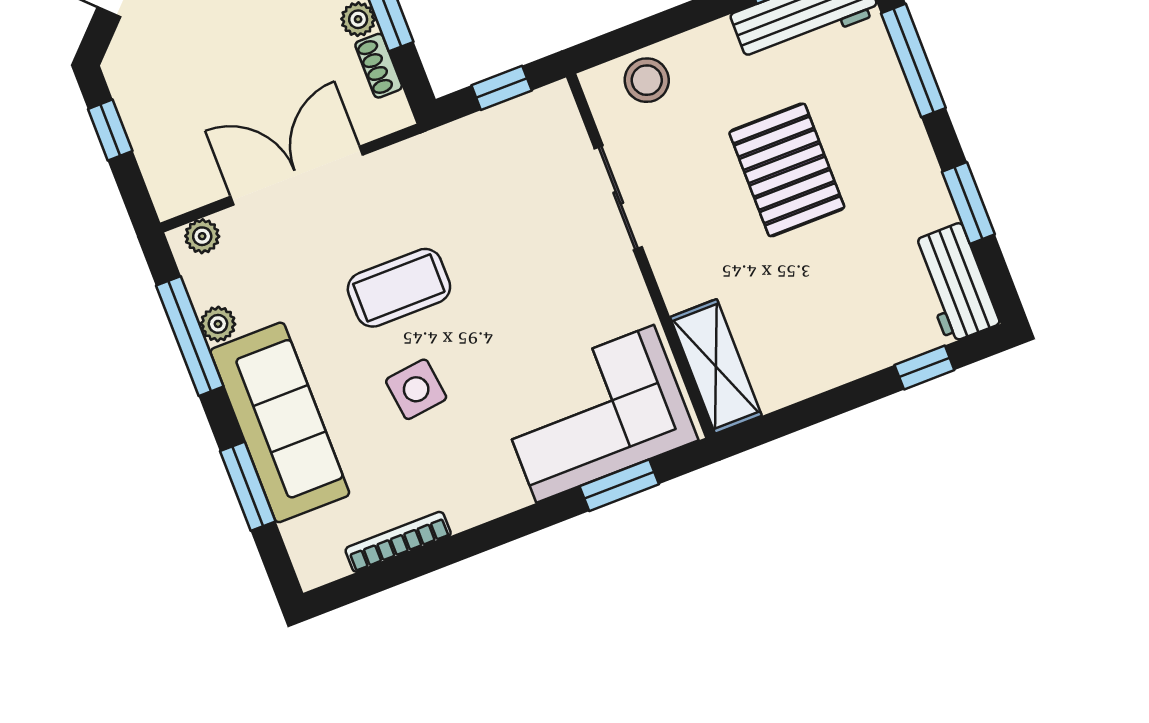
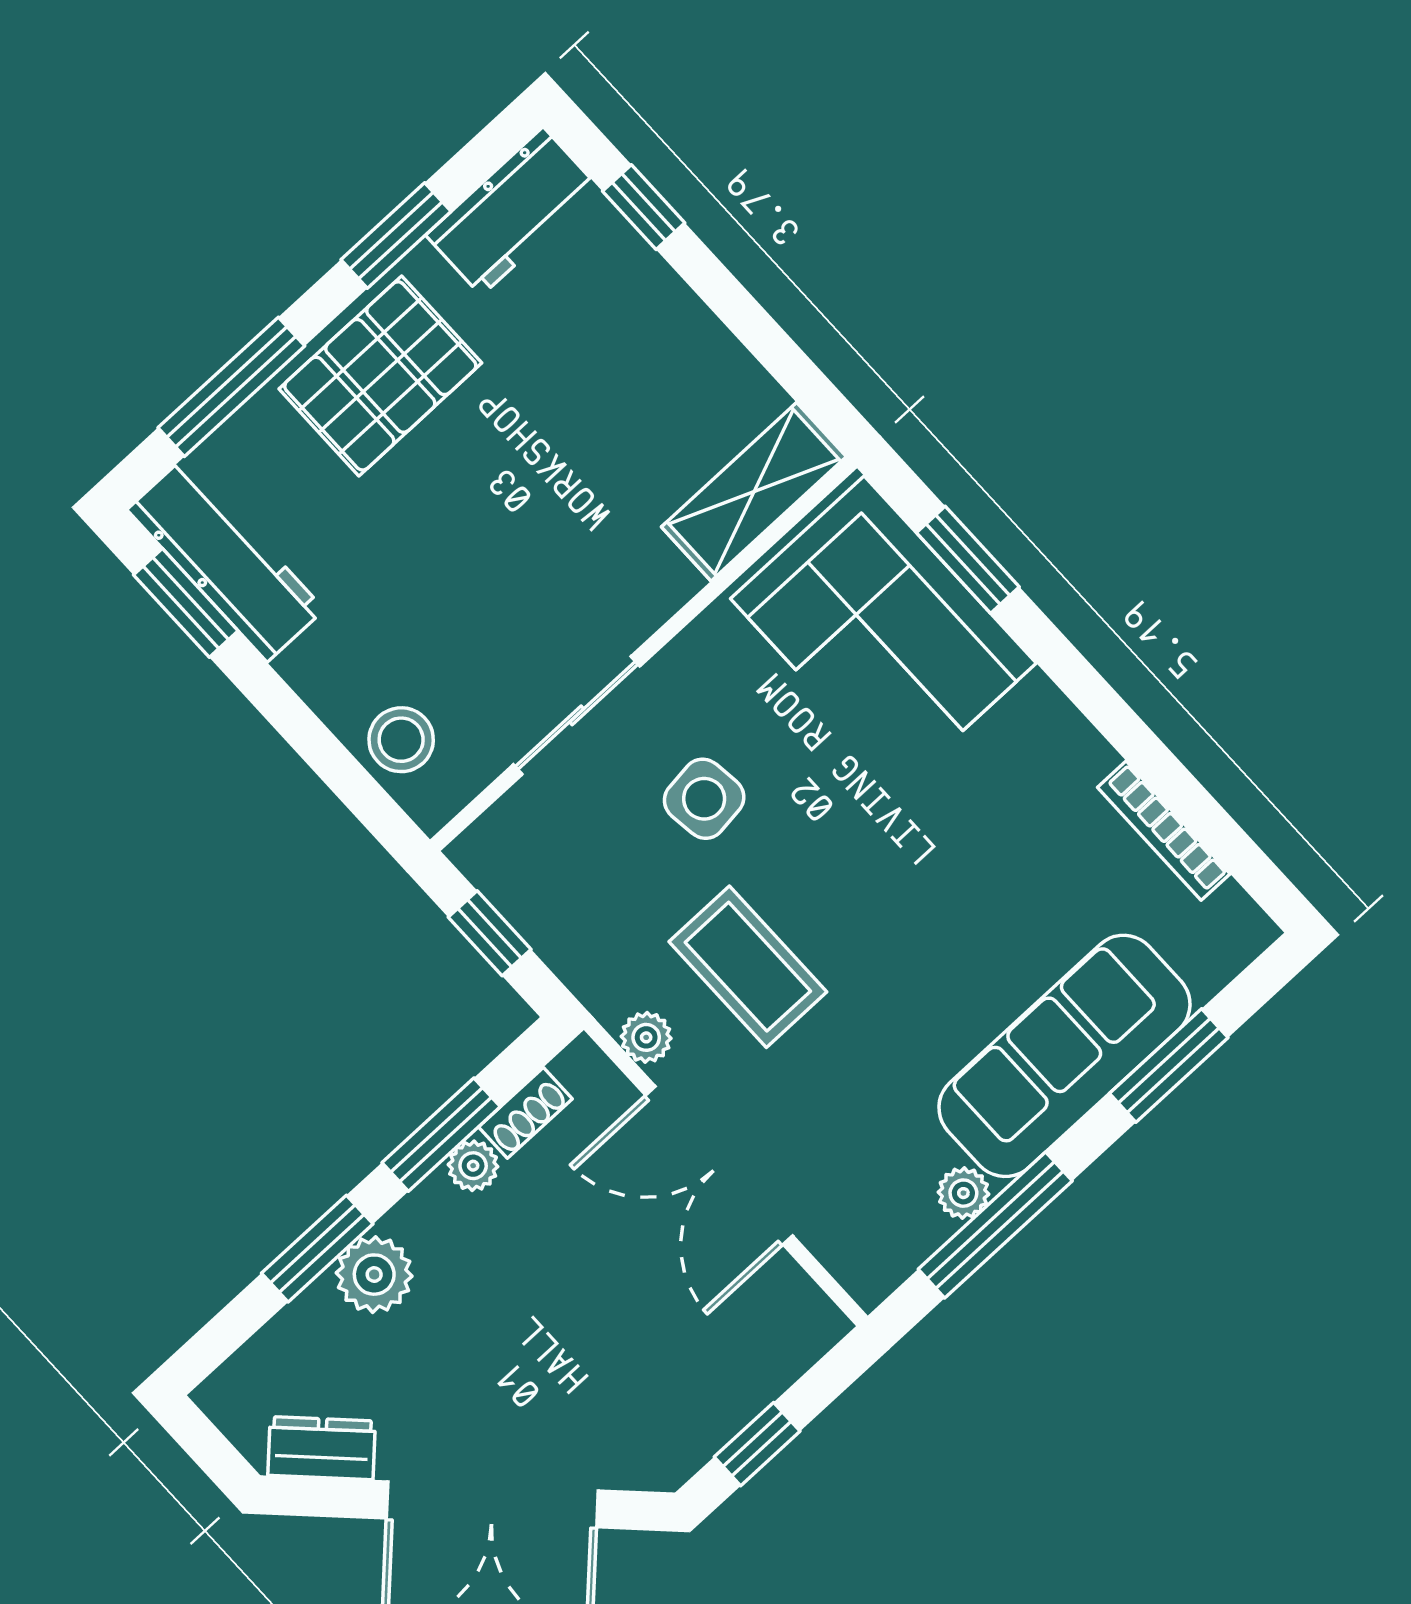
pallet: (787, 170) -> (380, 376), moved
plant: (202, 236) -> (646, 1037), moved
coffee table: (399, 288) -> (748, 967), moved
side table: (416, 389) -> (704, 799), moved

